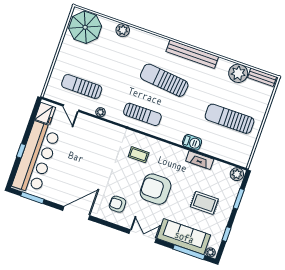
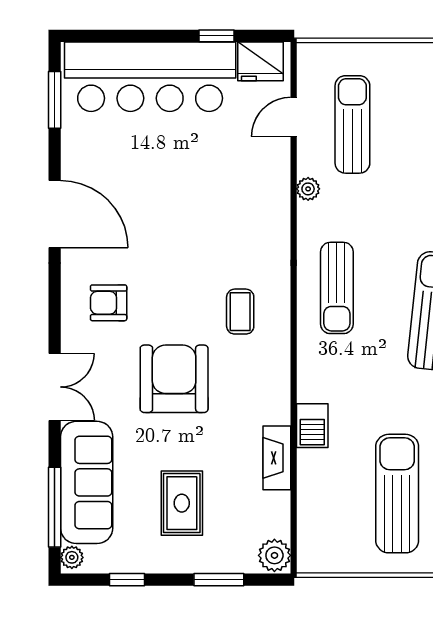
window: (21, 151) -> (216, 36), moved
armchair: (118, 204) -> (109, 303), turned -90

